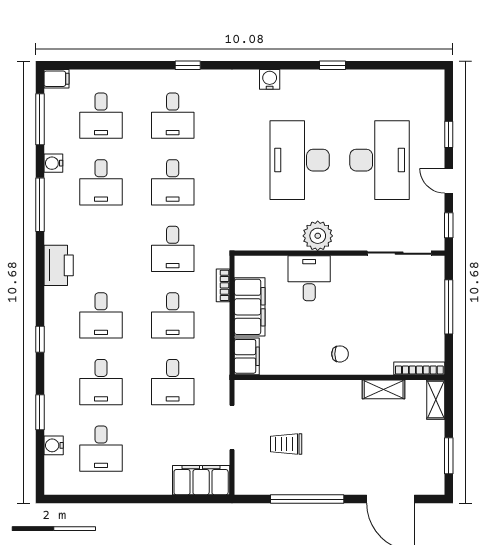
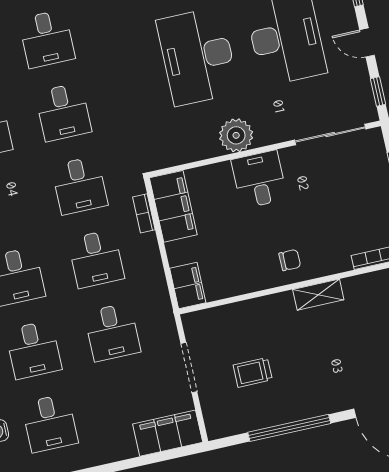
desk: (309, 278) -> (259, 179), moved
filing cabinet: (250, 307) -> (173, 206), moved
shelving: (384, 389) -> (318, 295), moved

